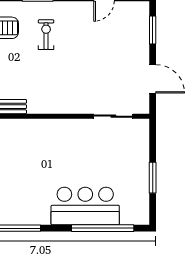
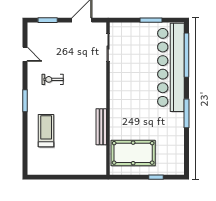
exercise bike: (46, 35) -> (53, 79), moved
bar counter: (85, 206) -> (171, 67), width x1.86

